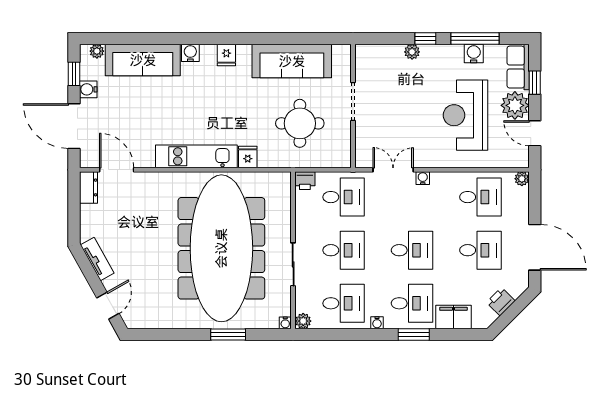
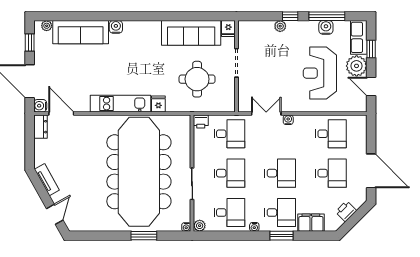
fridge: (226, 55) -> (228, 28), moved
water cooler: (88, 89) -> (40, 106), moved
plant: (522, 179) -> (362, 120), removed

